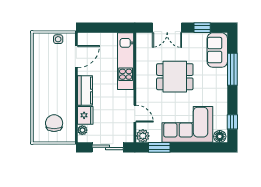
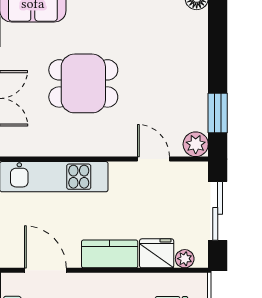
dining table: (175, 77) -> (83, 83), turned 90
door: (135, 114) -> (153, 159), hinge flipped
corner sofa: (187, 124) -> (174, 60), removed

